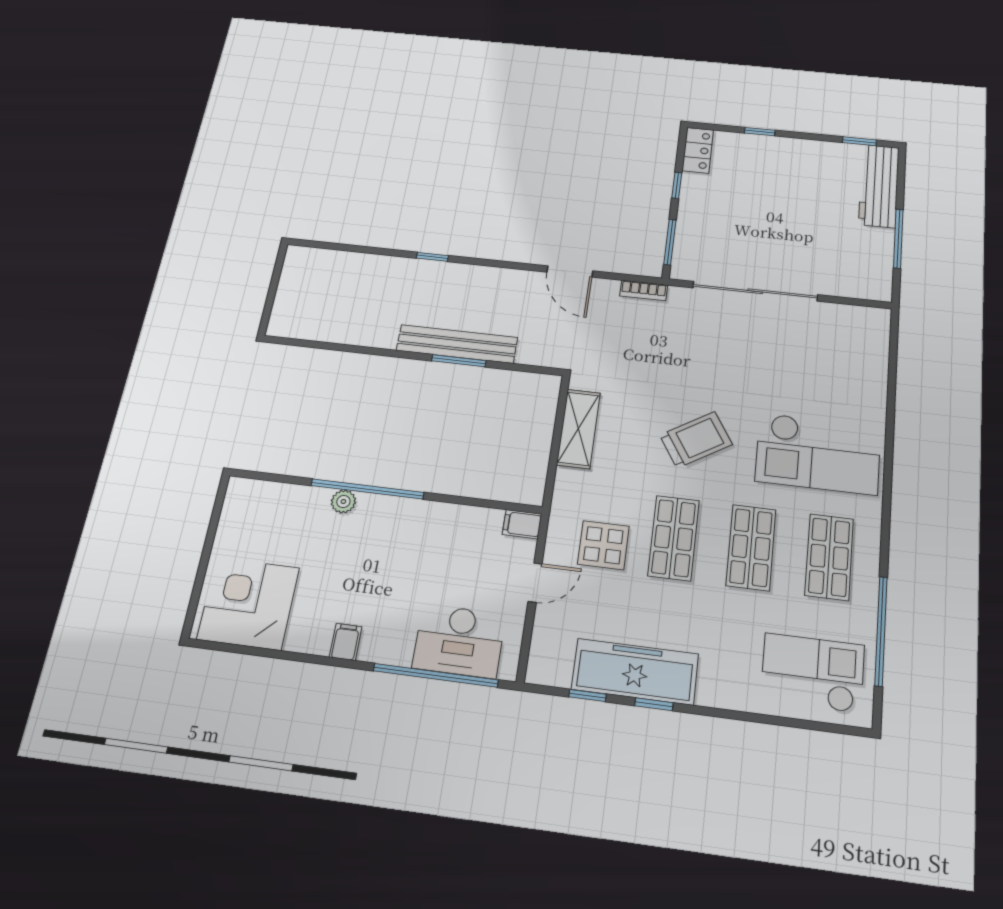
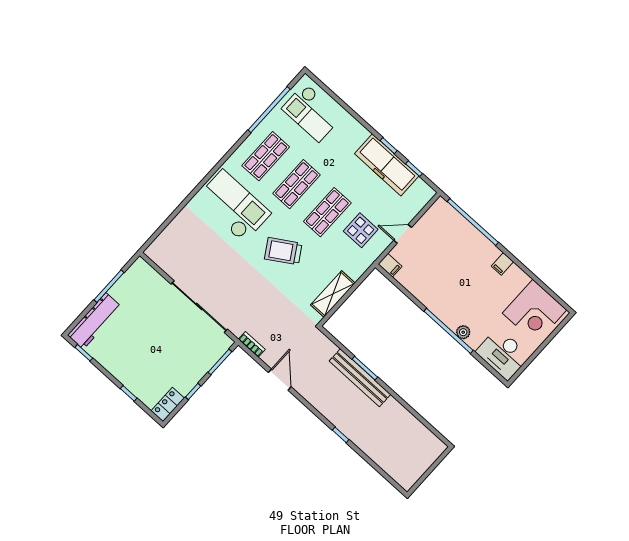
desk: (459, 641) -> (503, 354), moved, turned 180

